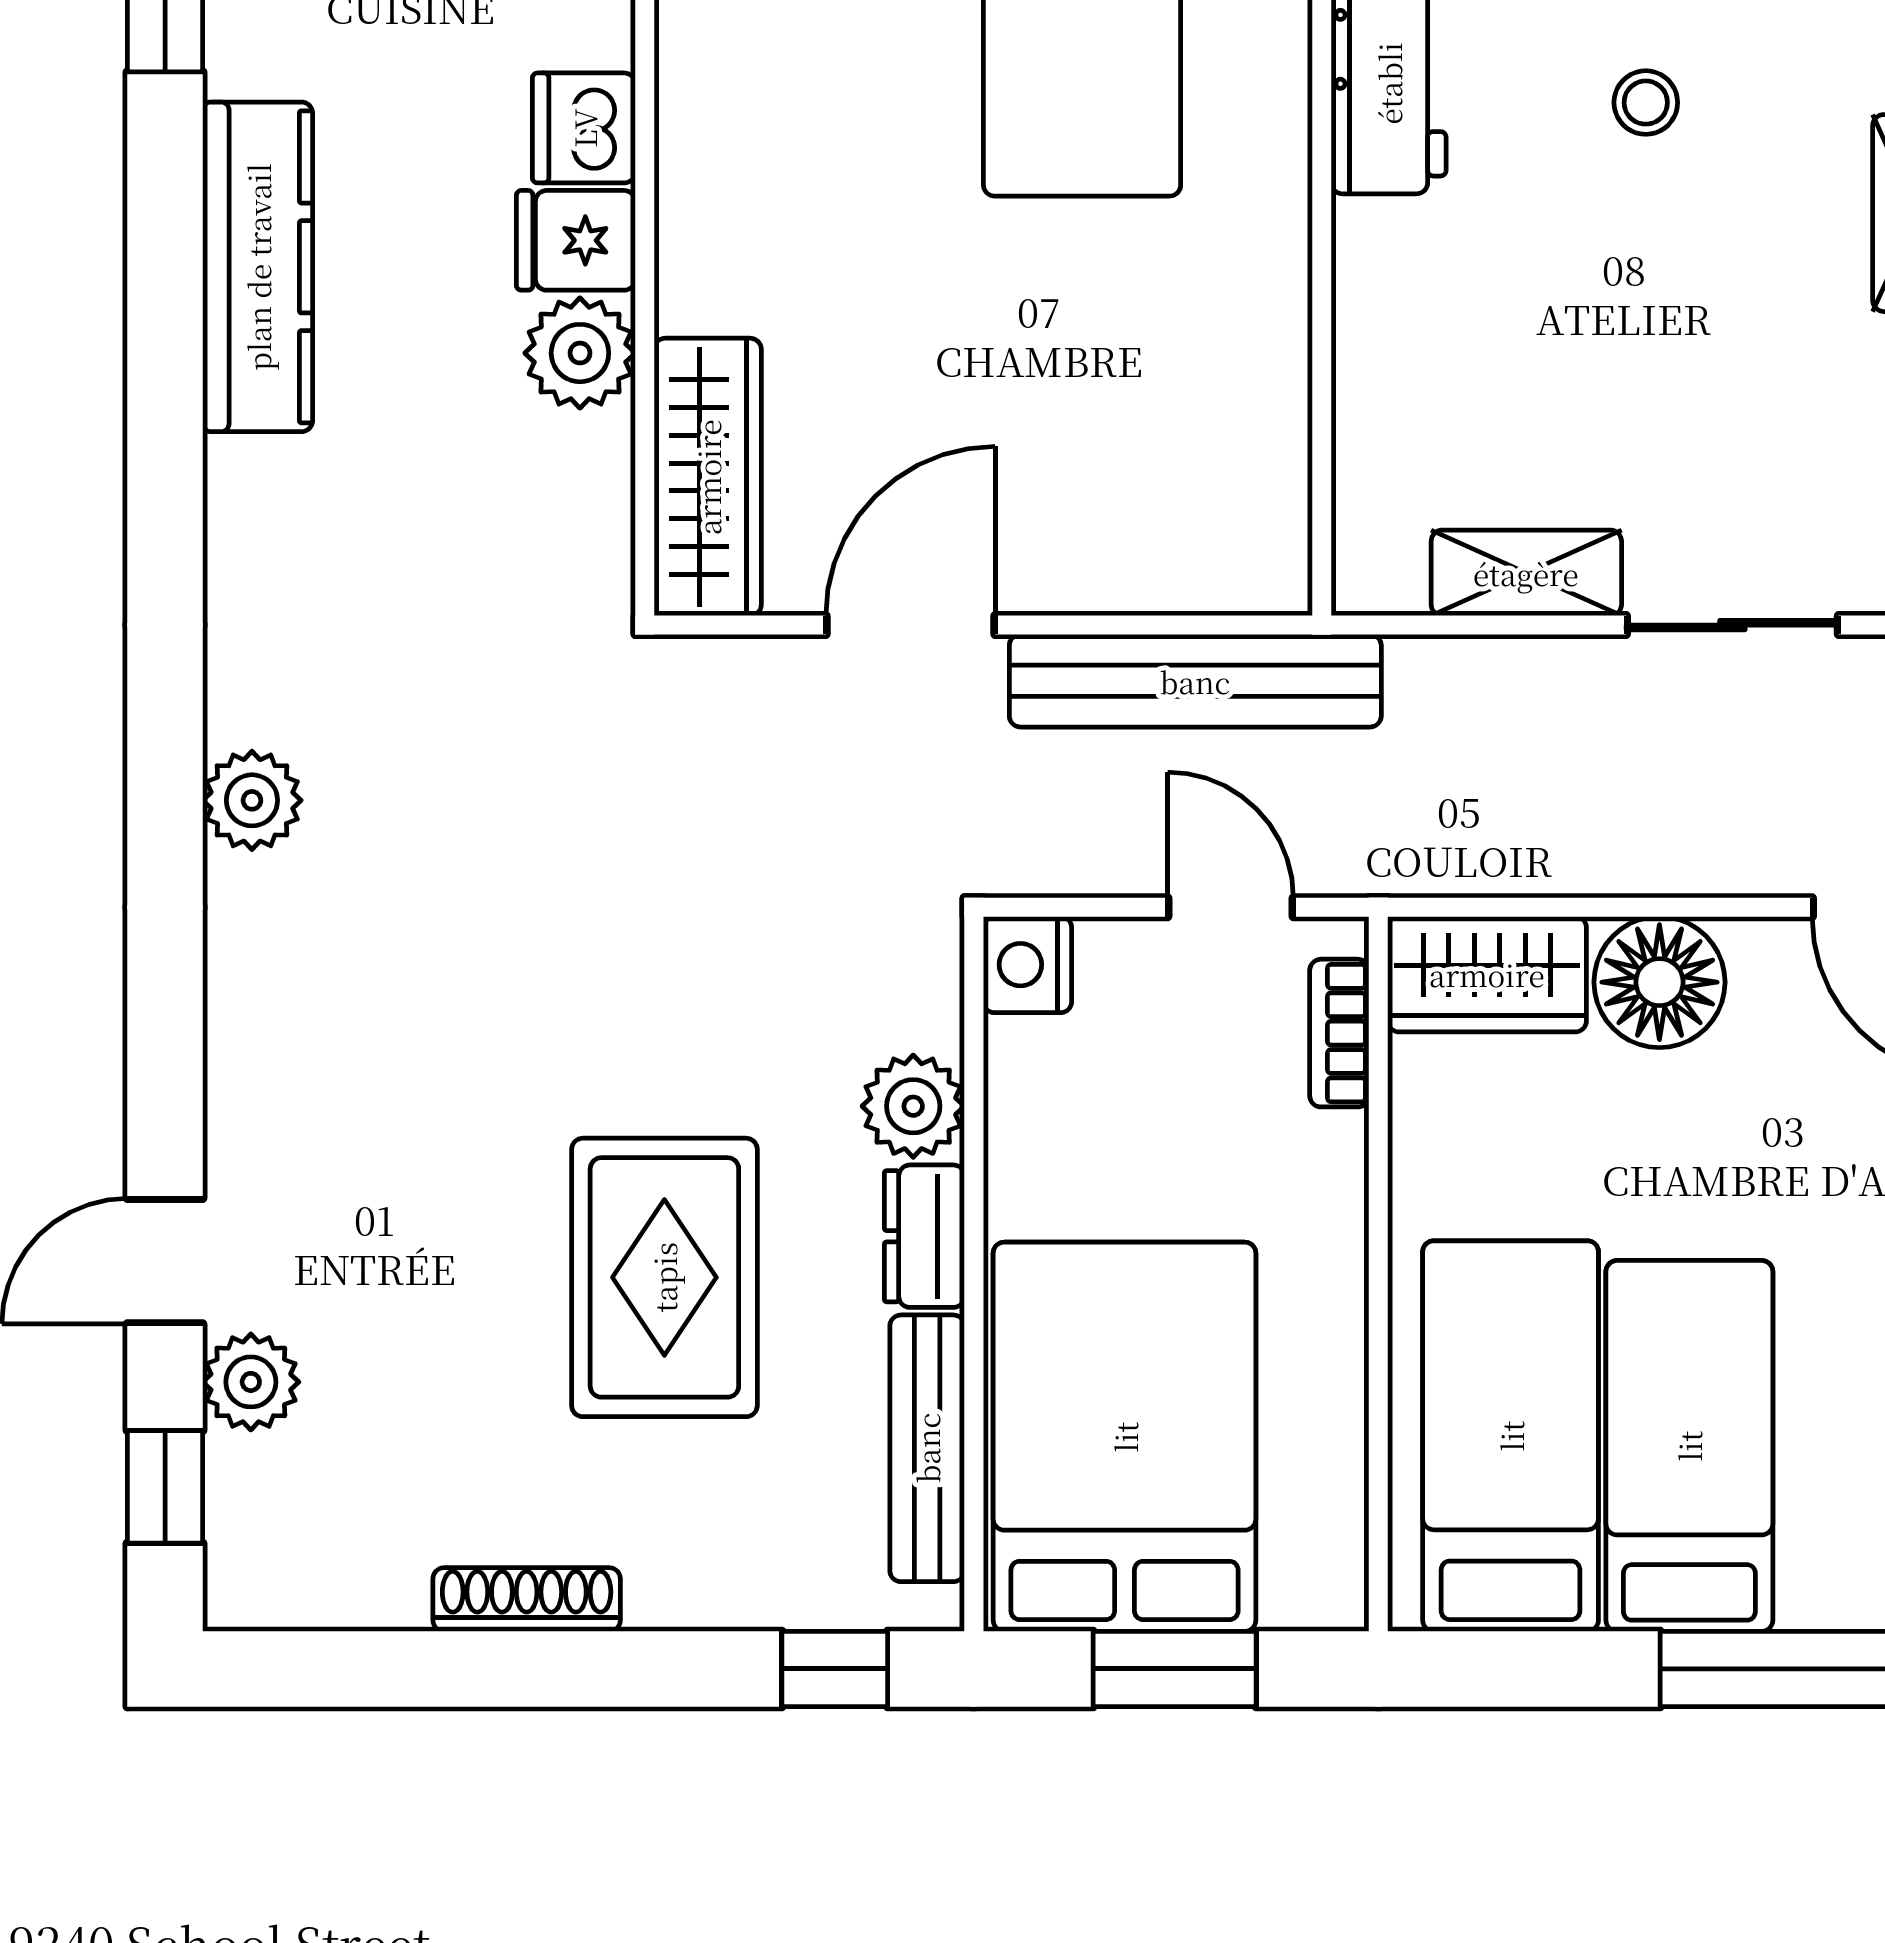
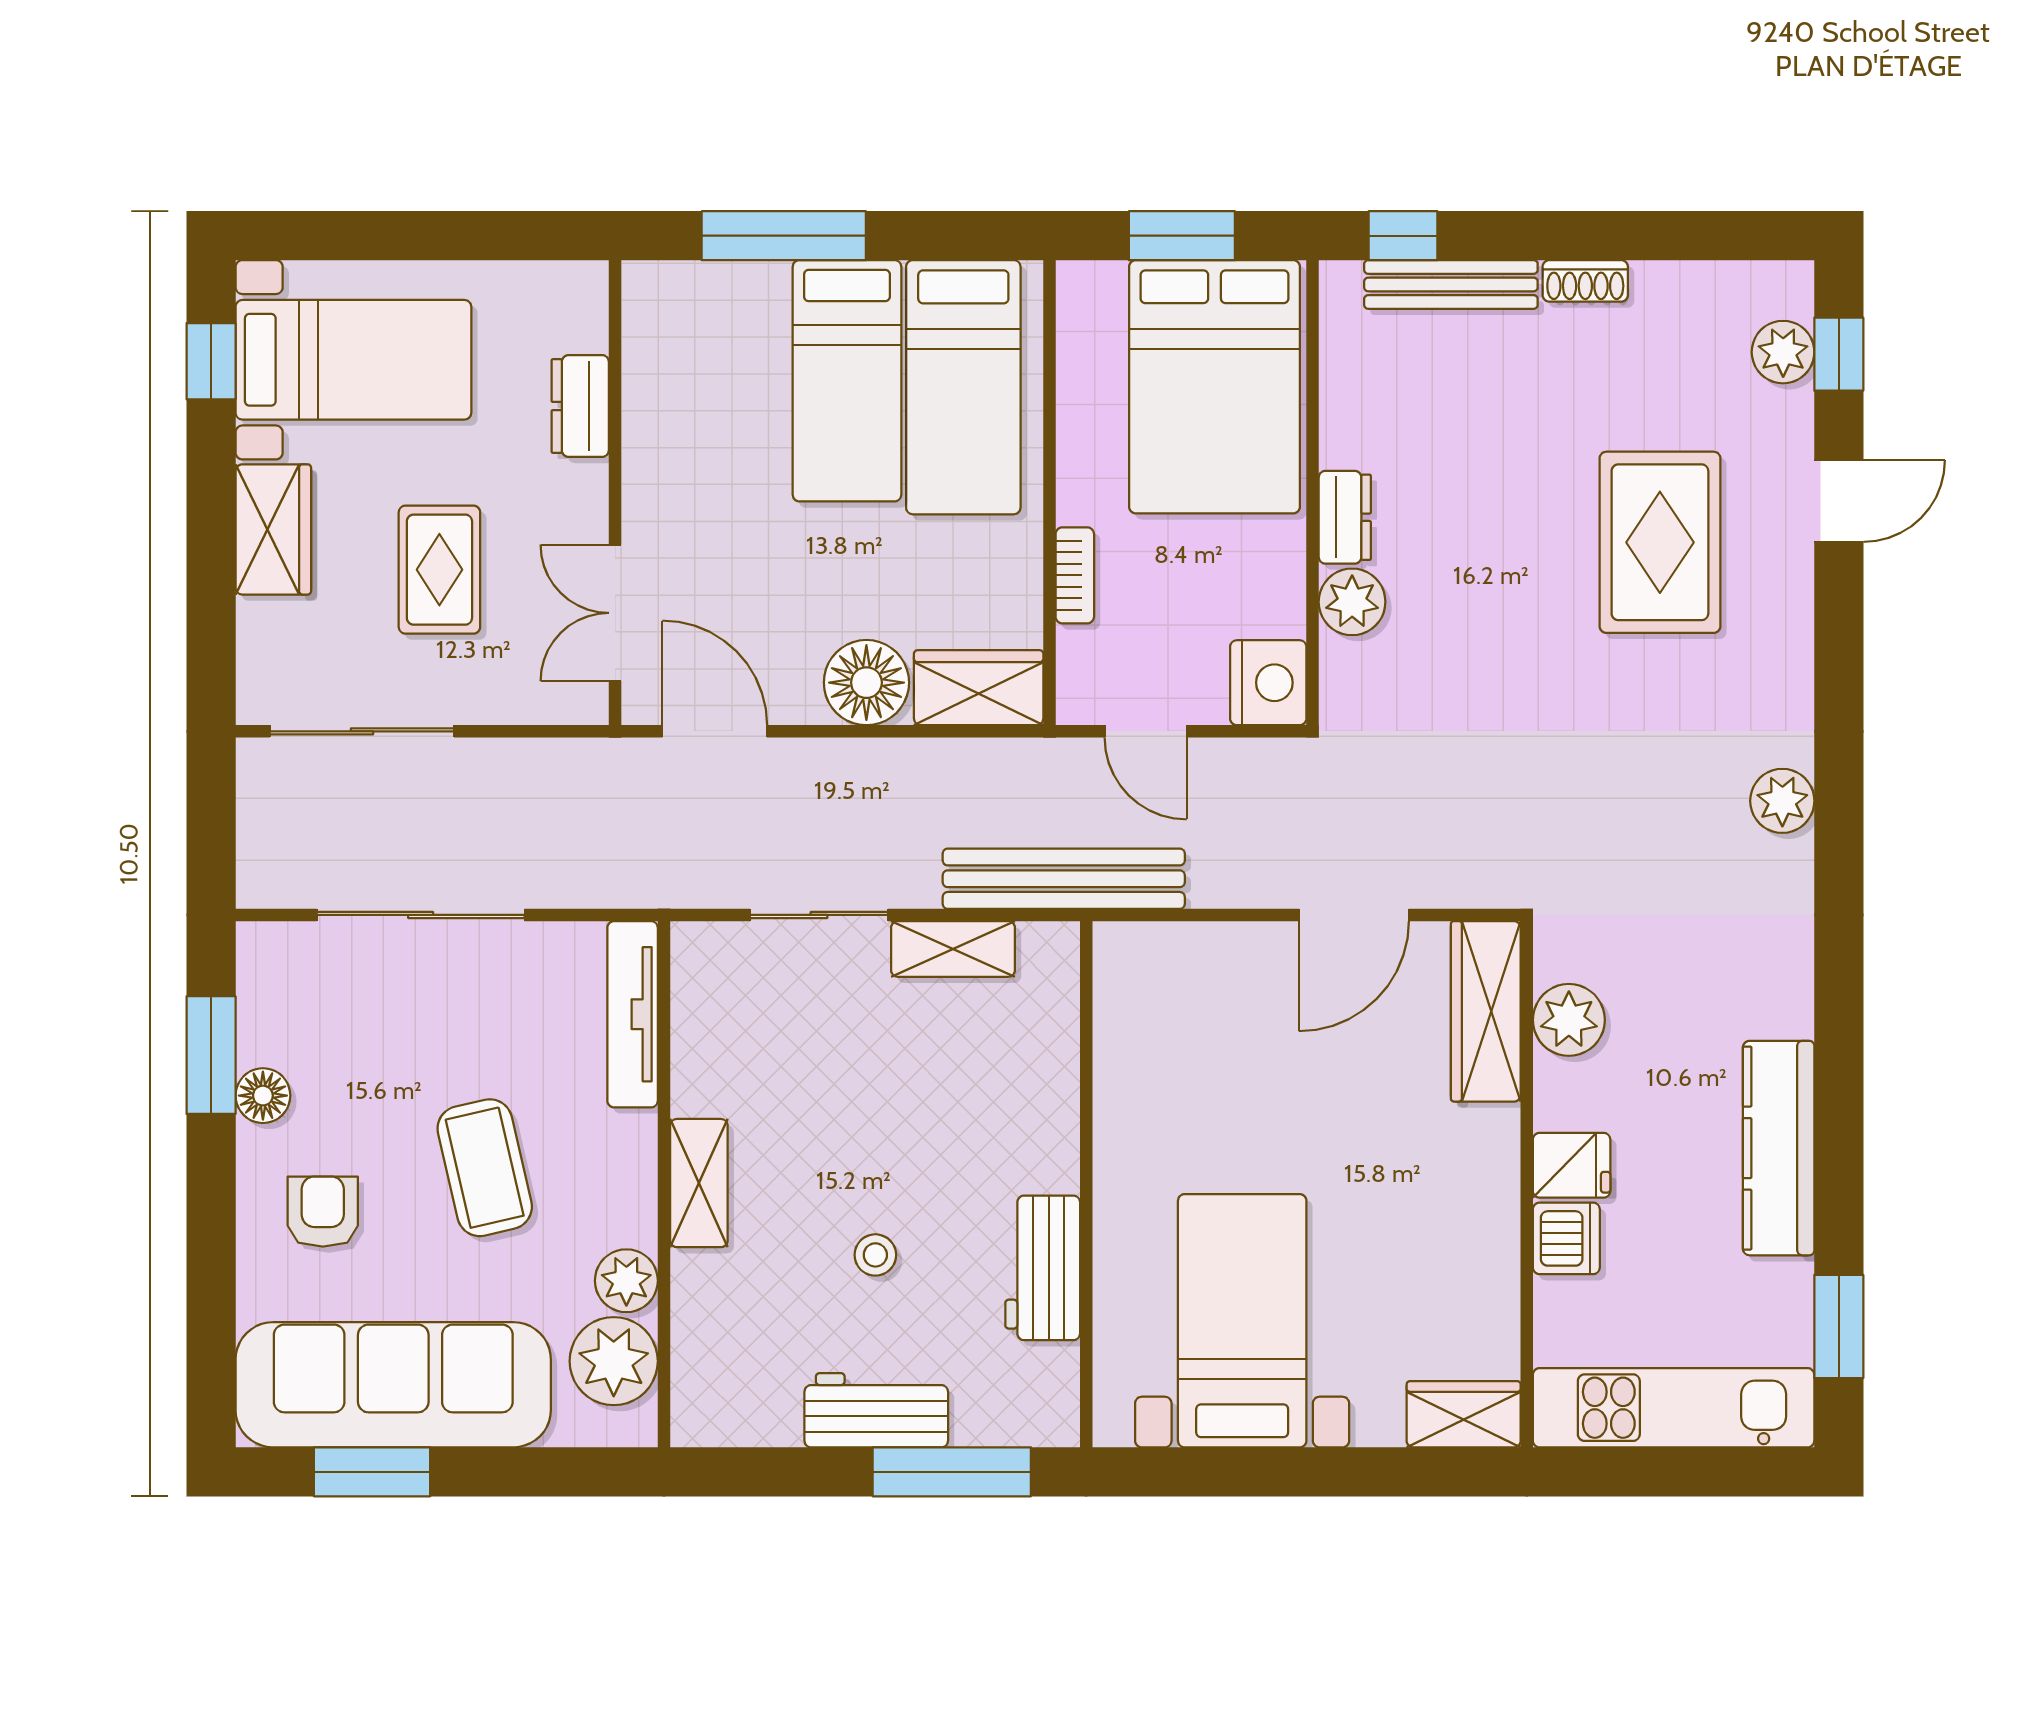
plant: (580, 353) -> (1569, 1020), moved
bench: (1195, 681) -> (1064, 879), moved
nightstand: (1027, 965) -> (1268, 683), width x1.36, depth x1.33
bookcase: (1339, 1033) -> (1075, 575), moved
rug: (664, 1277) -> (1660, 542), moved
plant: (251, 1382) -> (1783, 352), moved
bench: (927, 1448) -> (1451, 284), moved, turned 90
shoe rack: (527, 1599) -> (1585, 281), width x0.70

